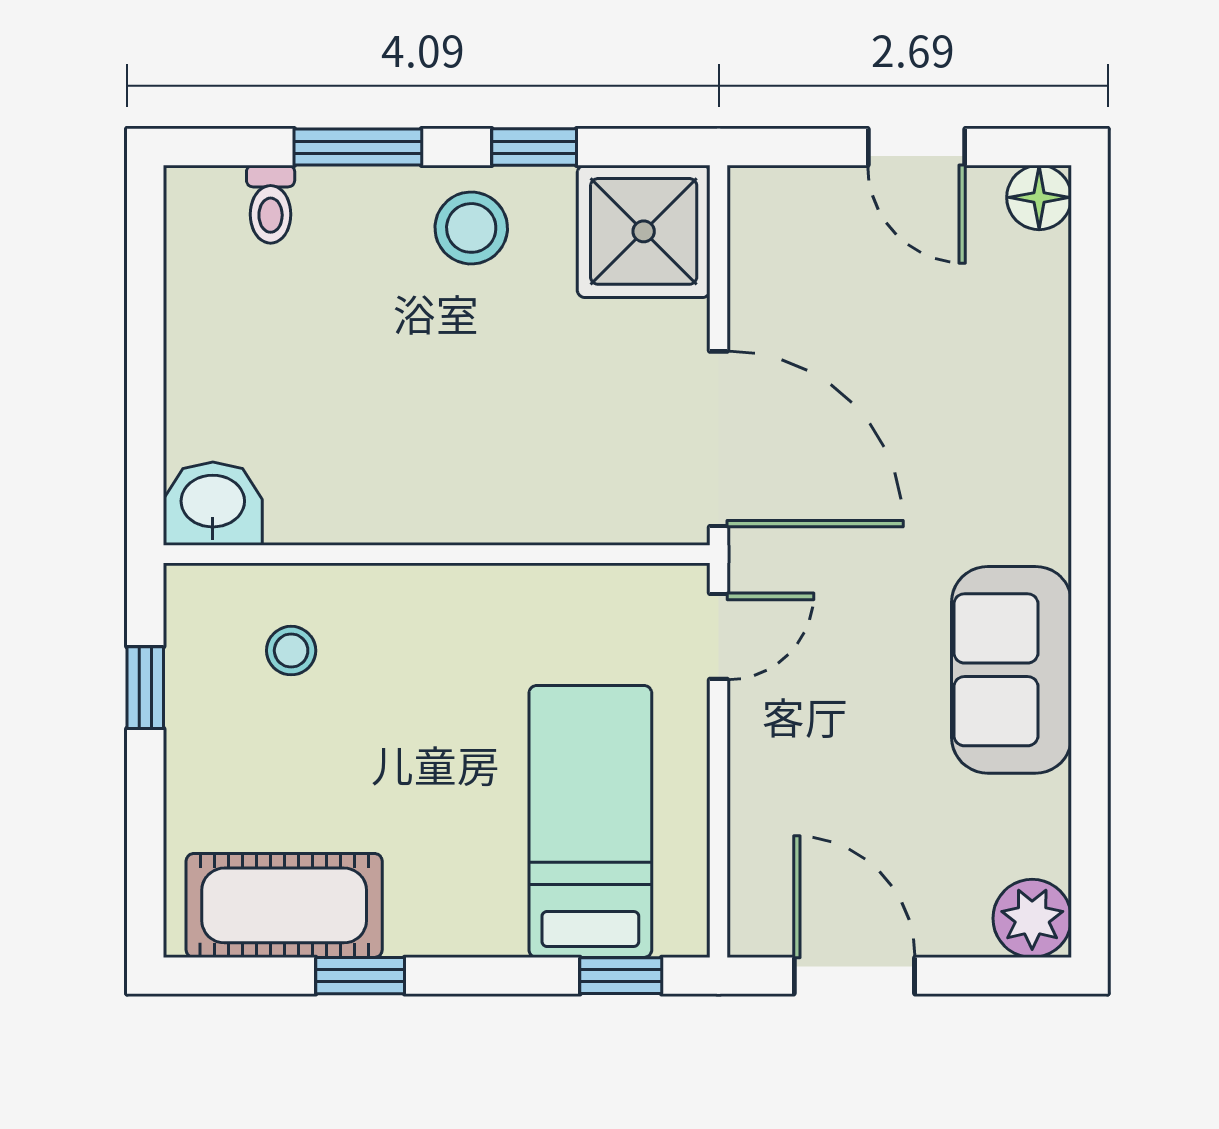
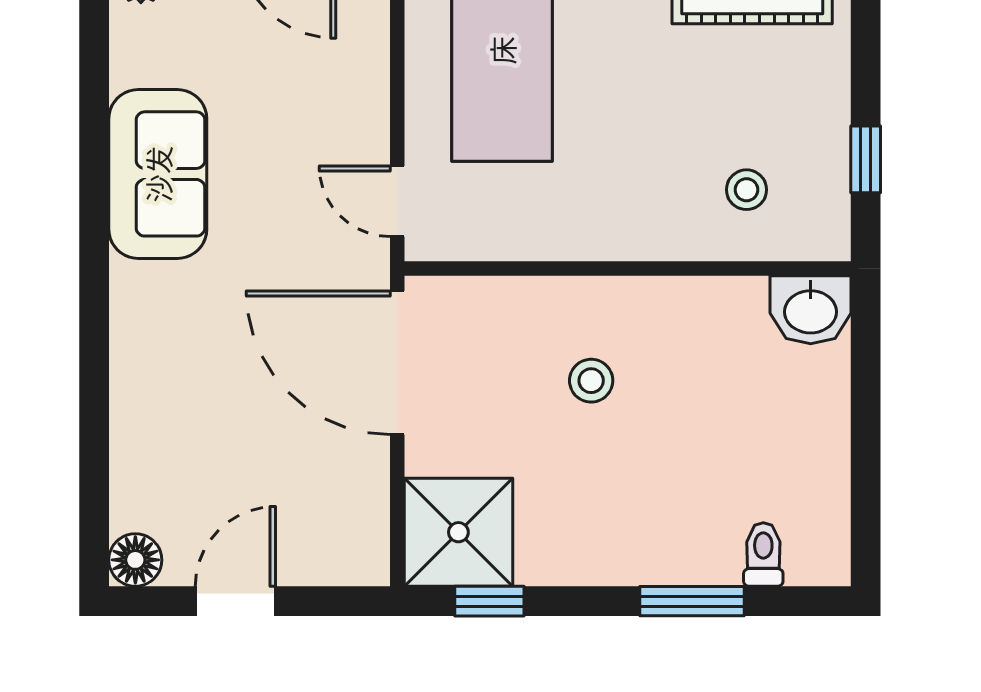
window: (534, 147) -> (489, 601), moved
door: (916, 147) -> (235, 601), hinge flipped
stool: (471, 228) -> (591, 381), moved, width x0.73, depth x0.73
door: (719, 636) -> (397, 201), hinge flipped

